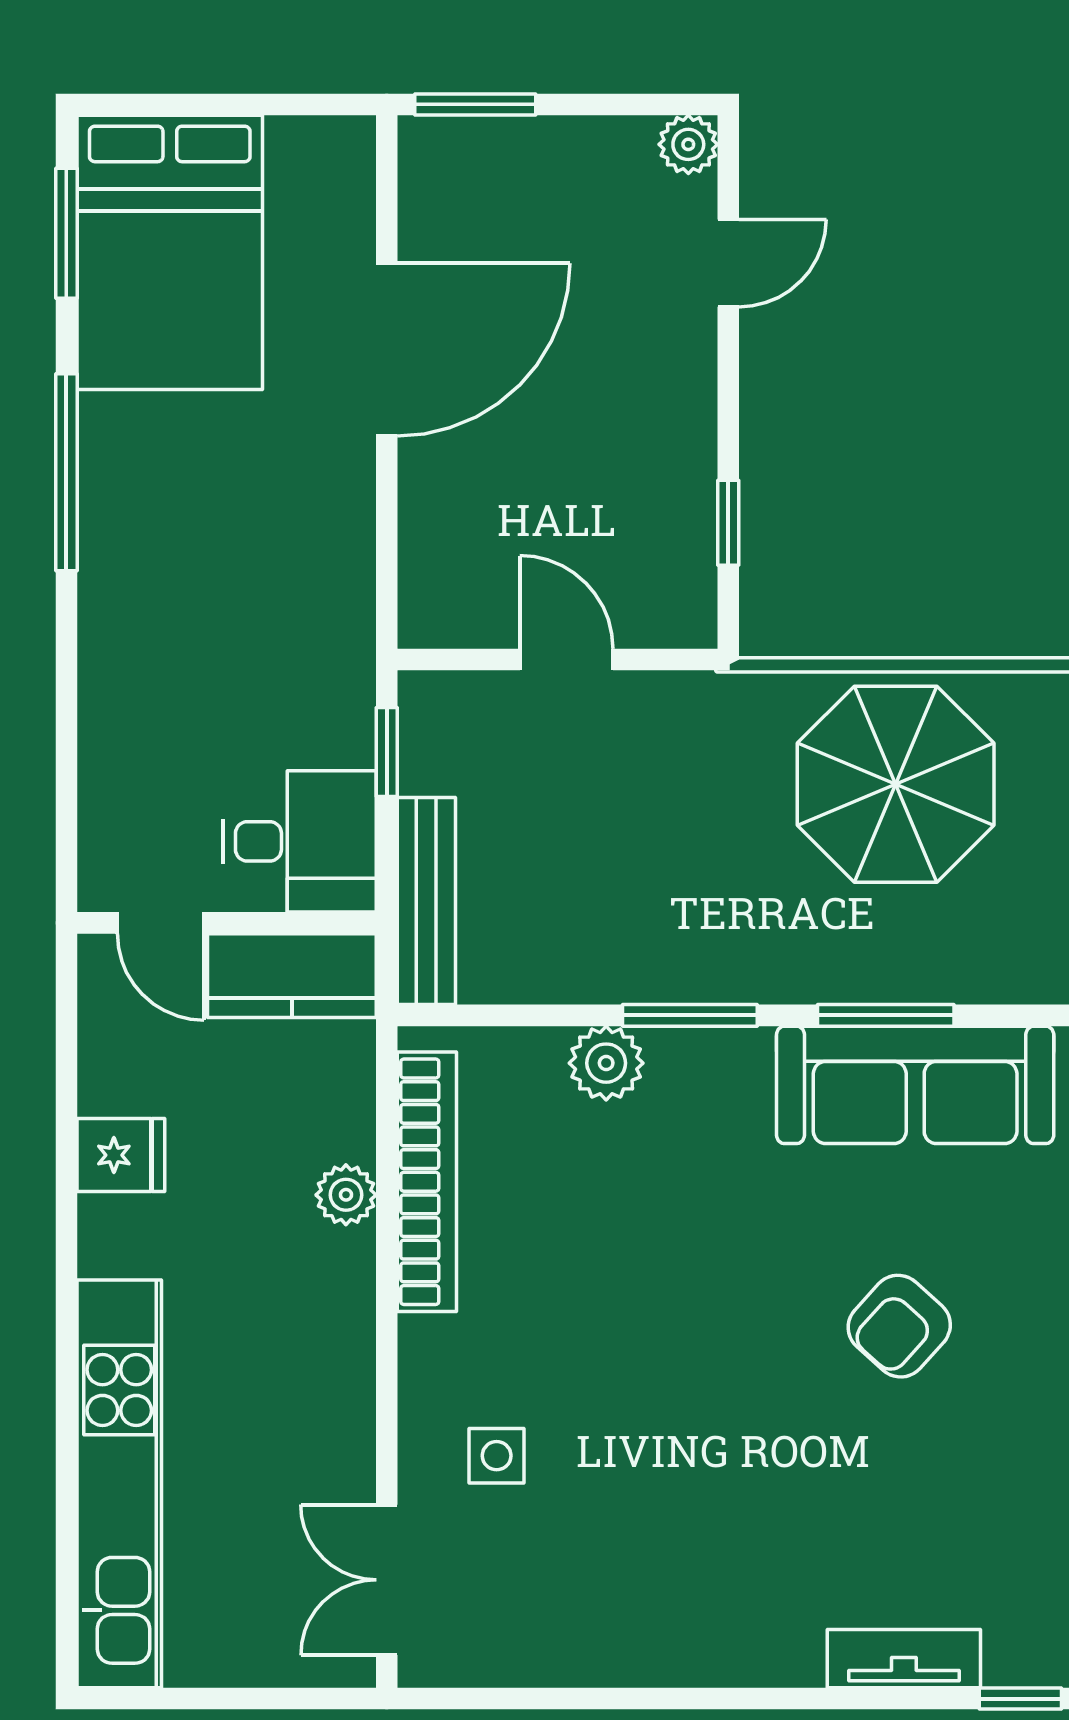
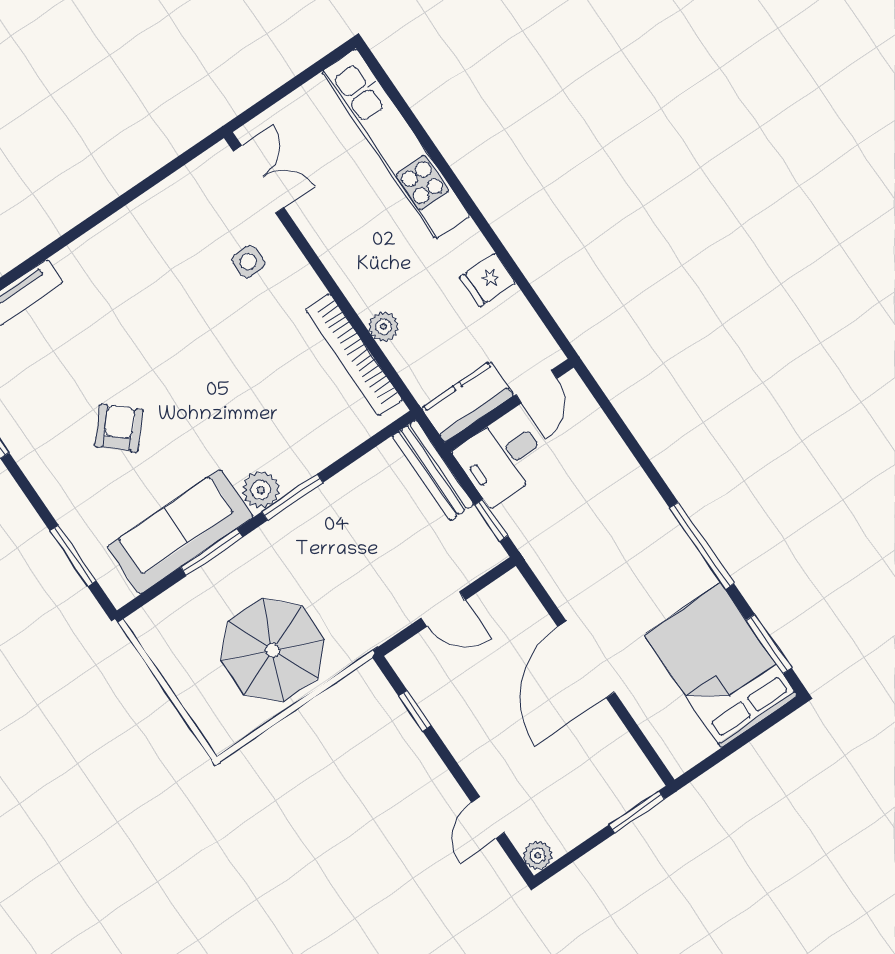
door: (387, 350) -> (586, 660), moved
door: (161, 923) -> (536, 387), swing flipped
plant: (606, 1063) -> (261, 490), moved

